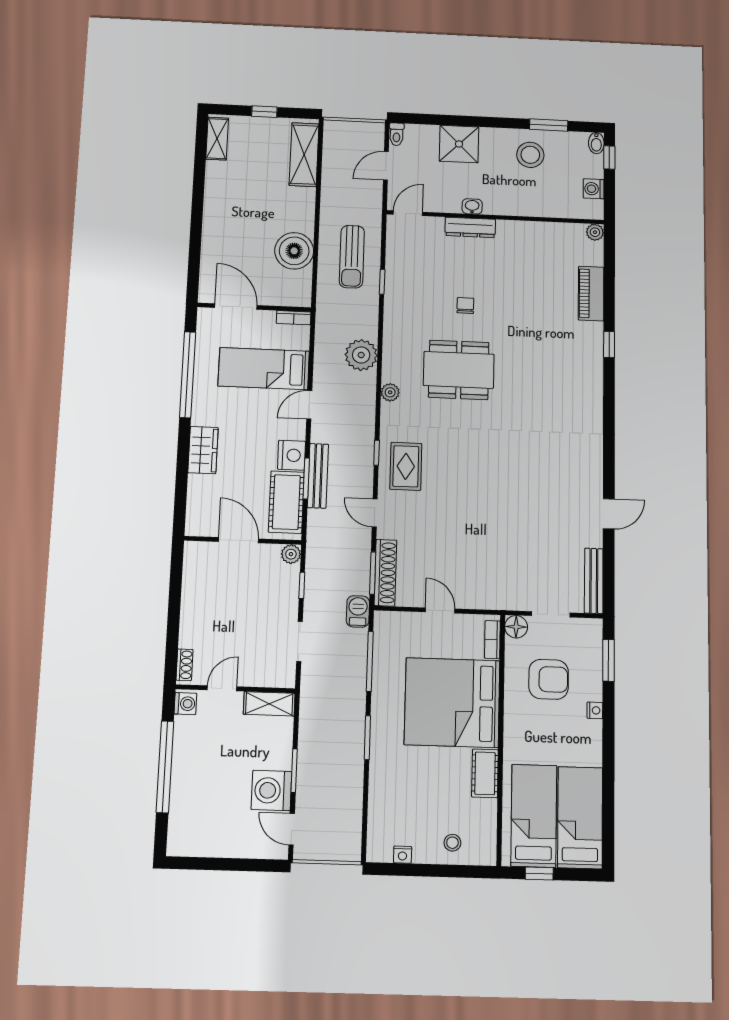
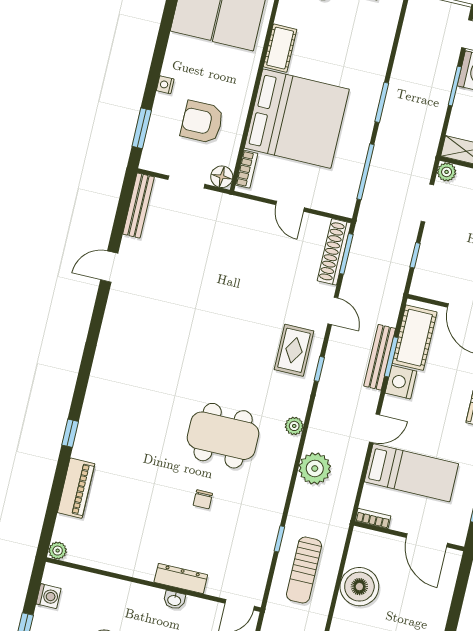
sun lounger: (352, 257) -> (304, 570), turned 180
plant: (291, 554) -> (447, 172), moved
barbecue: (358, 611) -> (367, 220), removed

